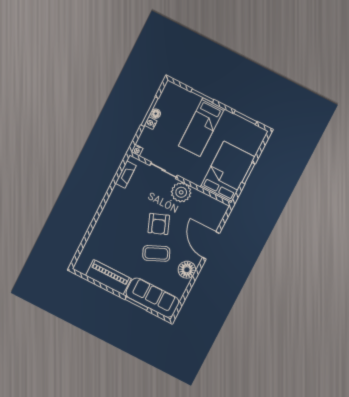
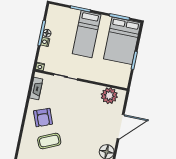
bed: (227, 172) -> (122, 41), moved, turned 180
plant: (181, 192) -> (109, 96), moved
armchair: (159, 224) -> (43, 118), moved
door: (211, 245) -> (121, 127), swing flipped
coffee table: (156, 253) -> (49, 141), moved

